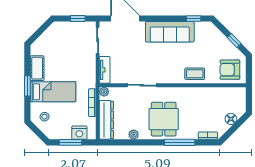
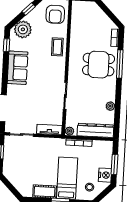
sofa: (170, 32) -> (17, 68), width x0.73
plant: (212, 35) -> (23, 29), added
dining table: (164, 119) -> (99, 65), moved
floor lamp: (231, 119) -> (101, 16), removed
nightstand: (79, 133) -> (105, 175), moved

